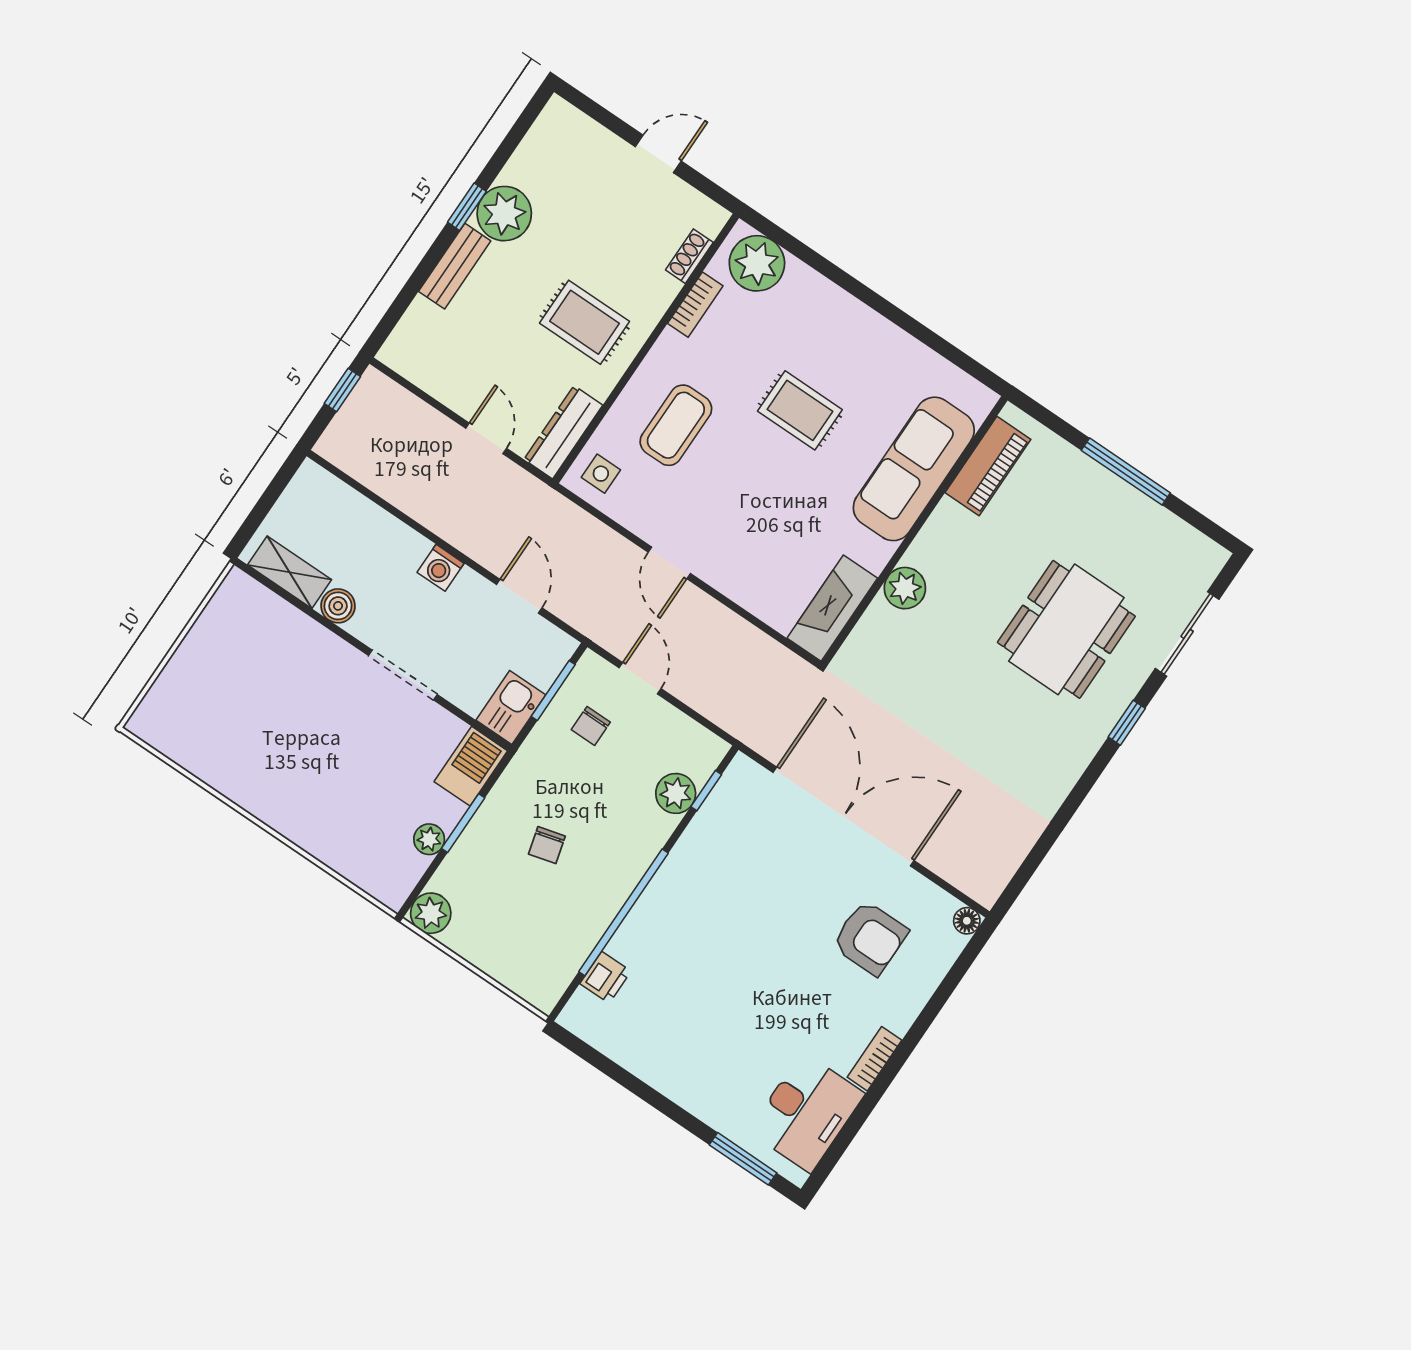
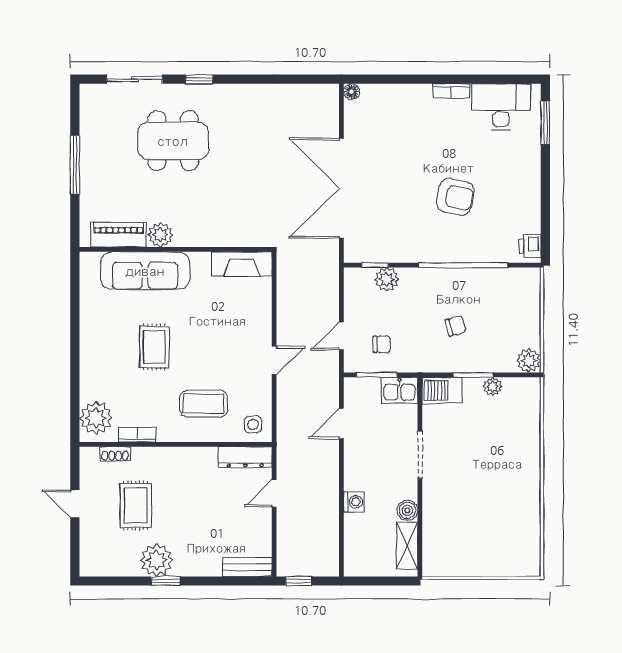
bench: (455, 266) -> (247, 567), moved
rug: (585, 322) -> (136, 505), moved
washing machine: (441, 568) -> (354, 502), moved
plant: (905, 588) -> (161, 235), moved
armchair: (870, 938) -> (455, 197), moved, turned 102
printer: (605, 977) -> (530, 246), moved, turned -90

